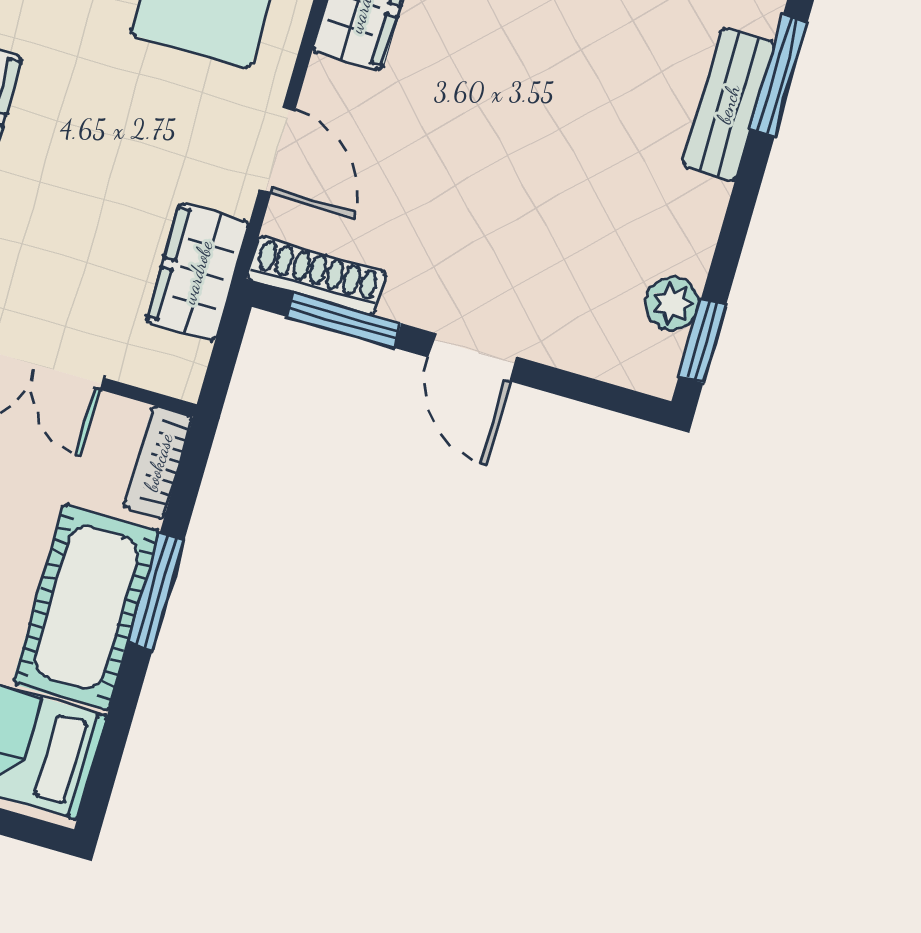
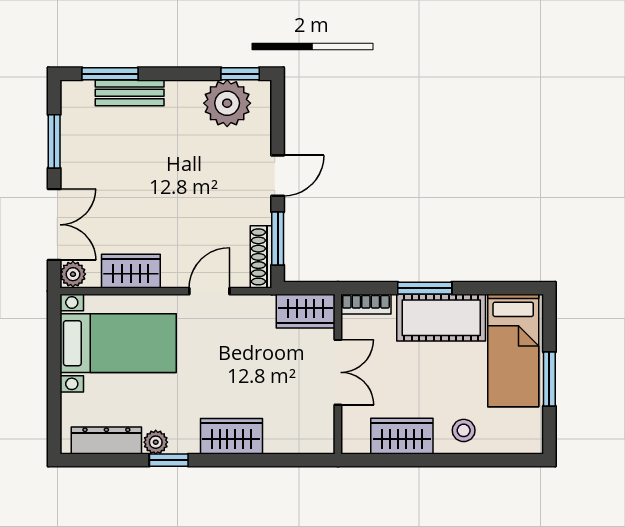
wardrobe: (197, 272) -> (306, 311), moved
plant: (672, 303) -> (227, 103), width x1.87, depth x1.87

